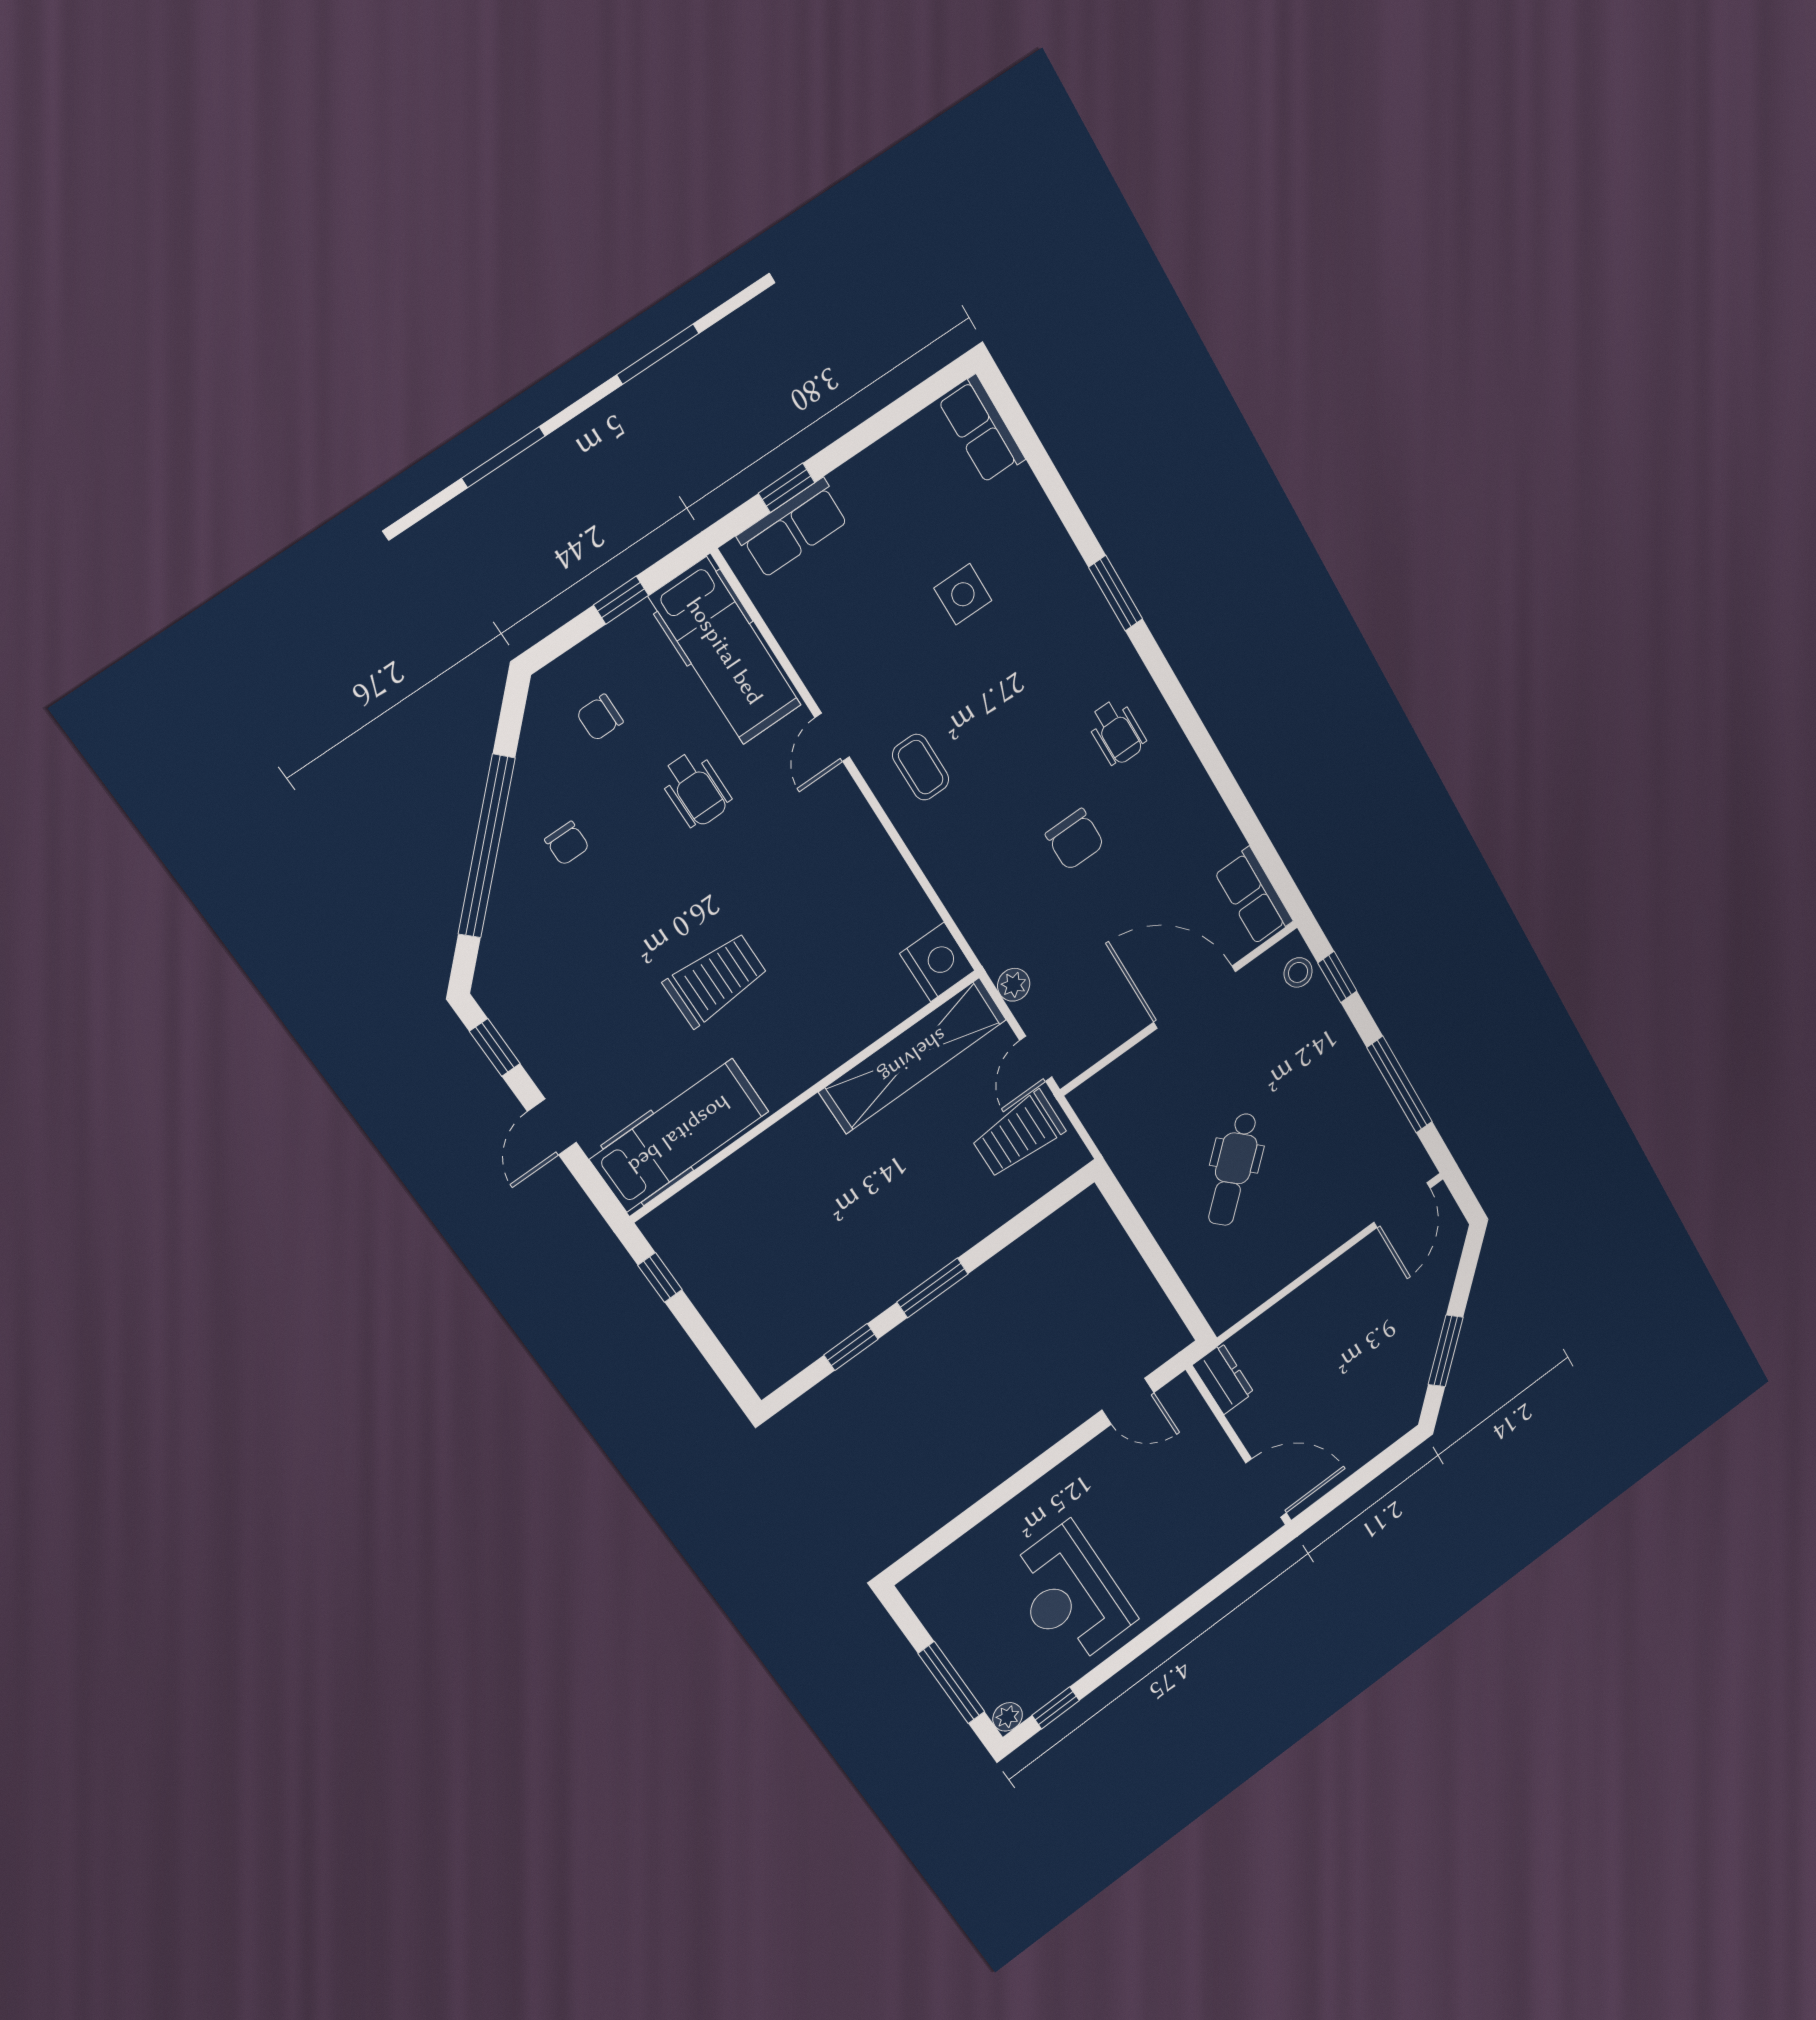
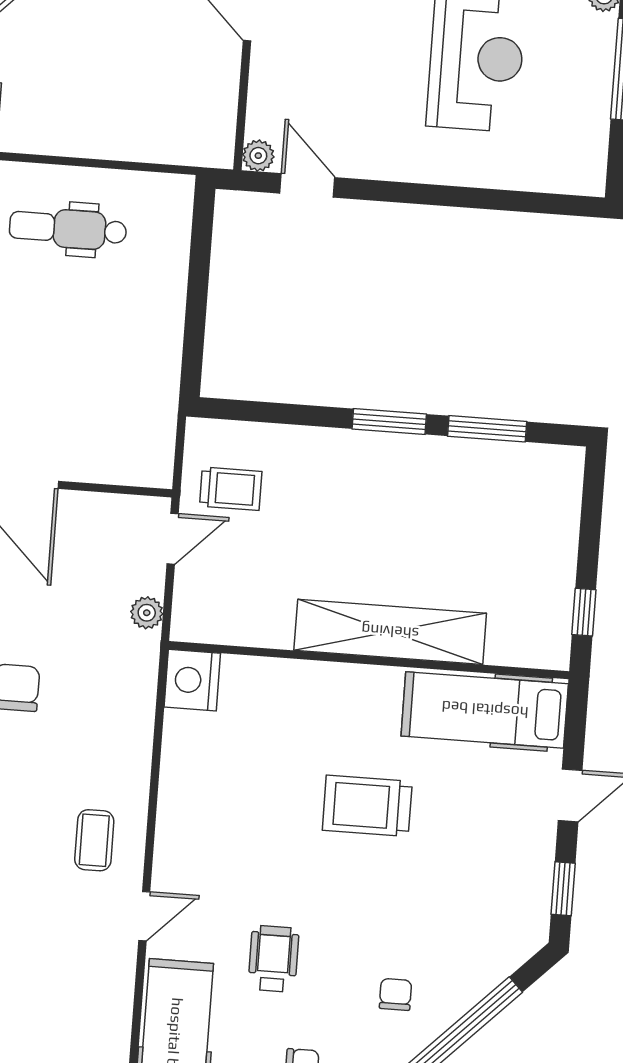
shelving: (913, 1056) -> (390, 632), moved
trolley: (1019, 1134) -> (231, 489), width x0.73, depth x0.72
dental chair: (1233, 1169) -> (68, 229), moved, turned -136
window: (851, 1347) -> (487, 429), width x1.50
dresser: (1223, 1379) -> (217, 134), removed
plant: (1181, 1390) -> (258, 156), added

